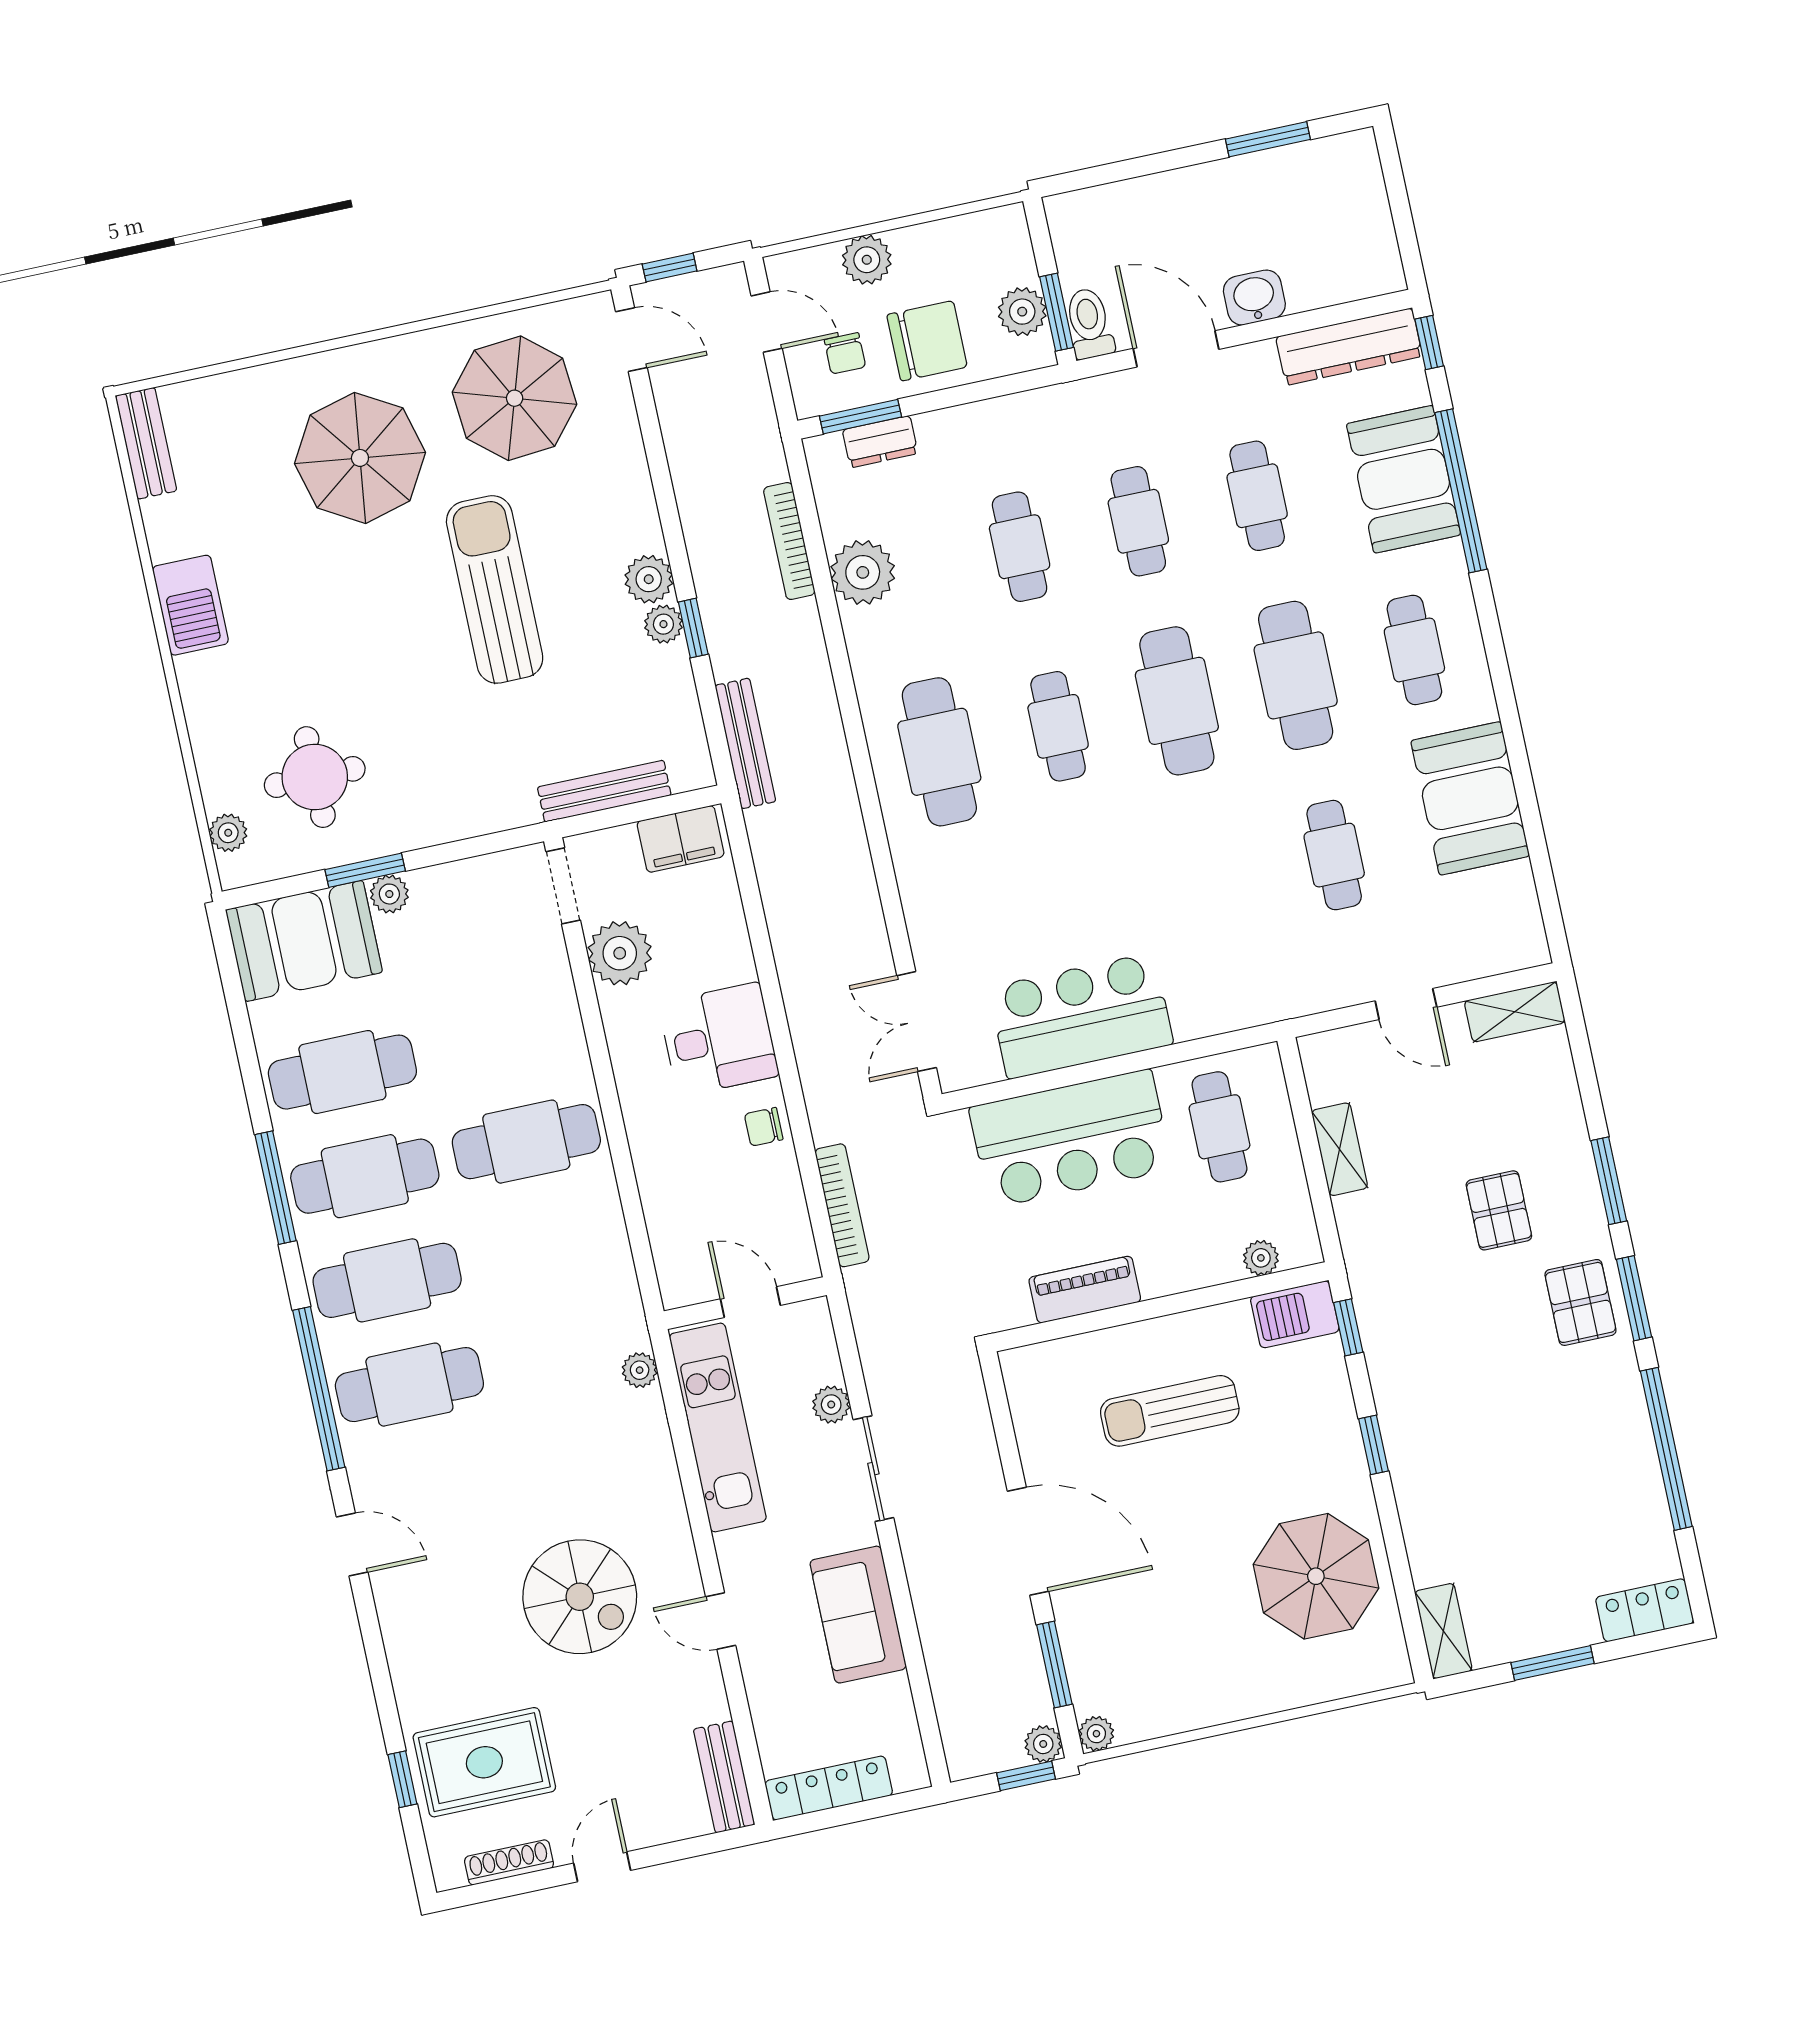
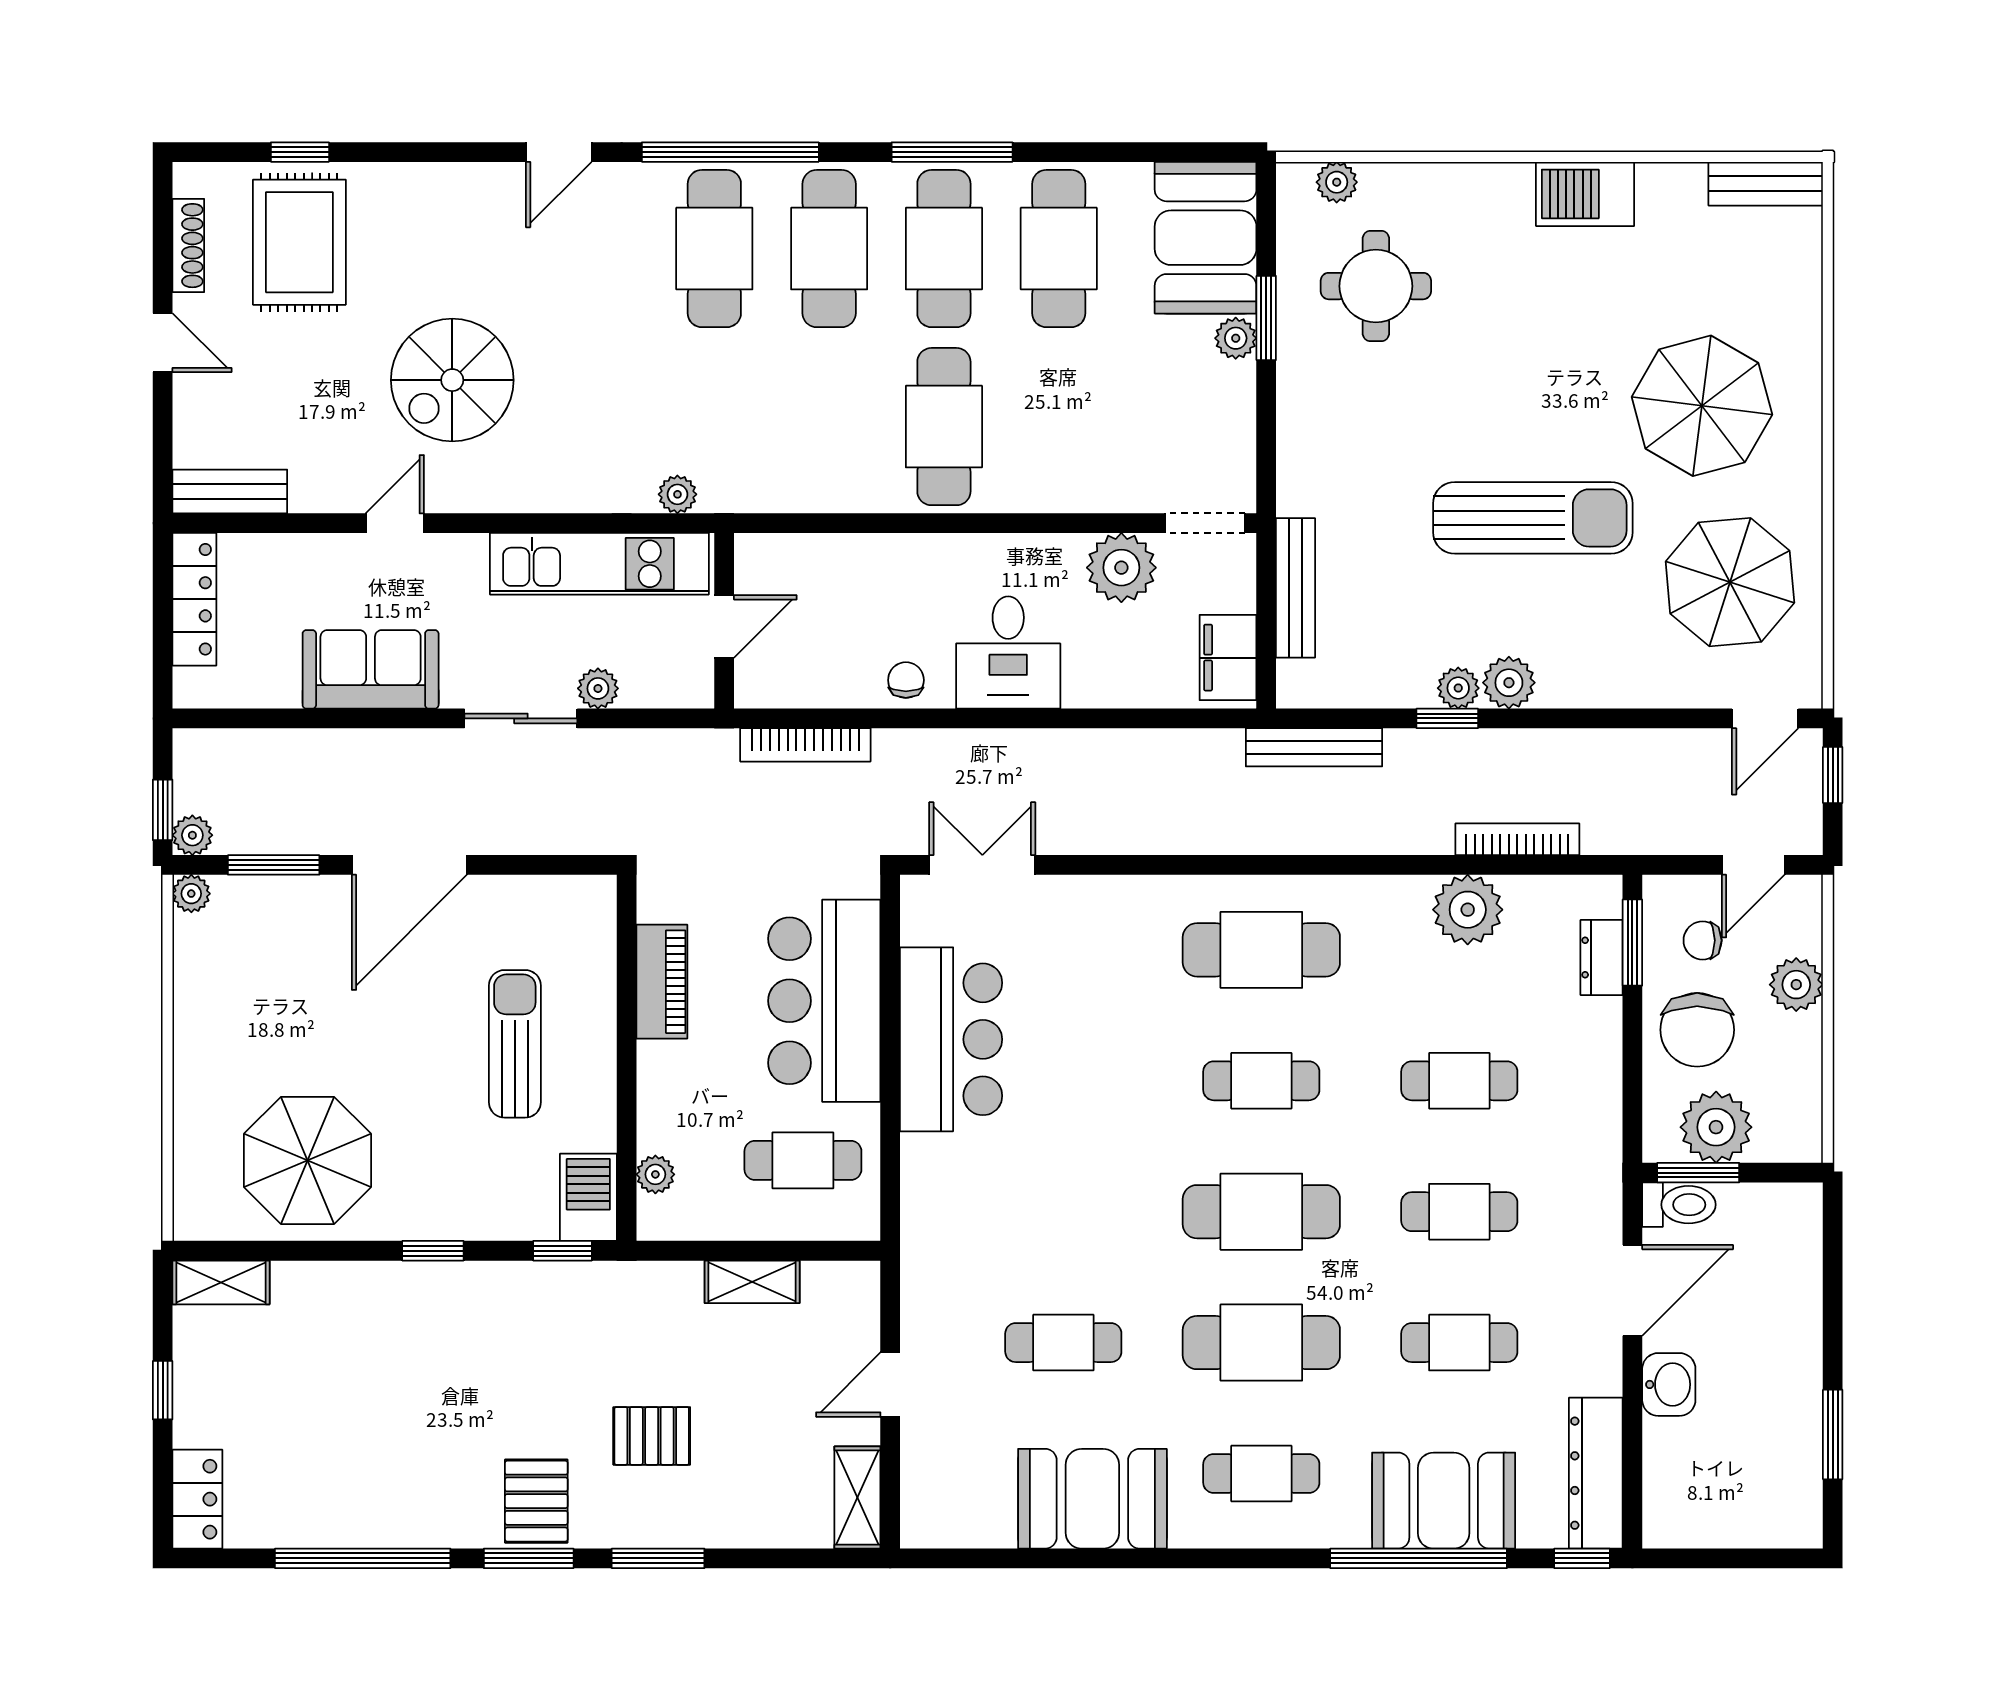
plant: (1022, 312) -> (1716, 1127), width x1.36, depth x1.36
pallet: (1580, 1302) -> (536, 1501), turned 90
window: (1553, 1663) -> (163, 1390), width x0.67

